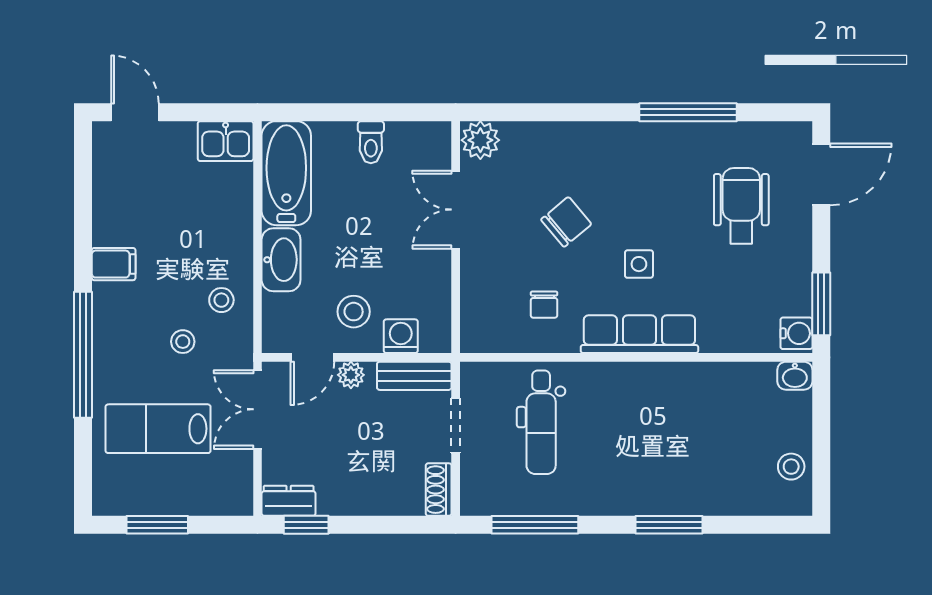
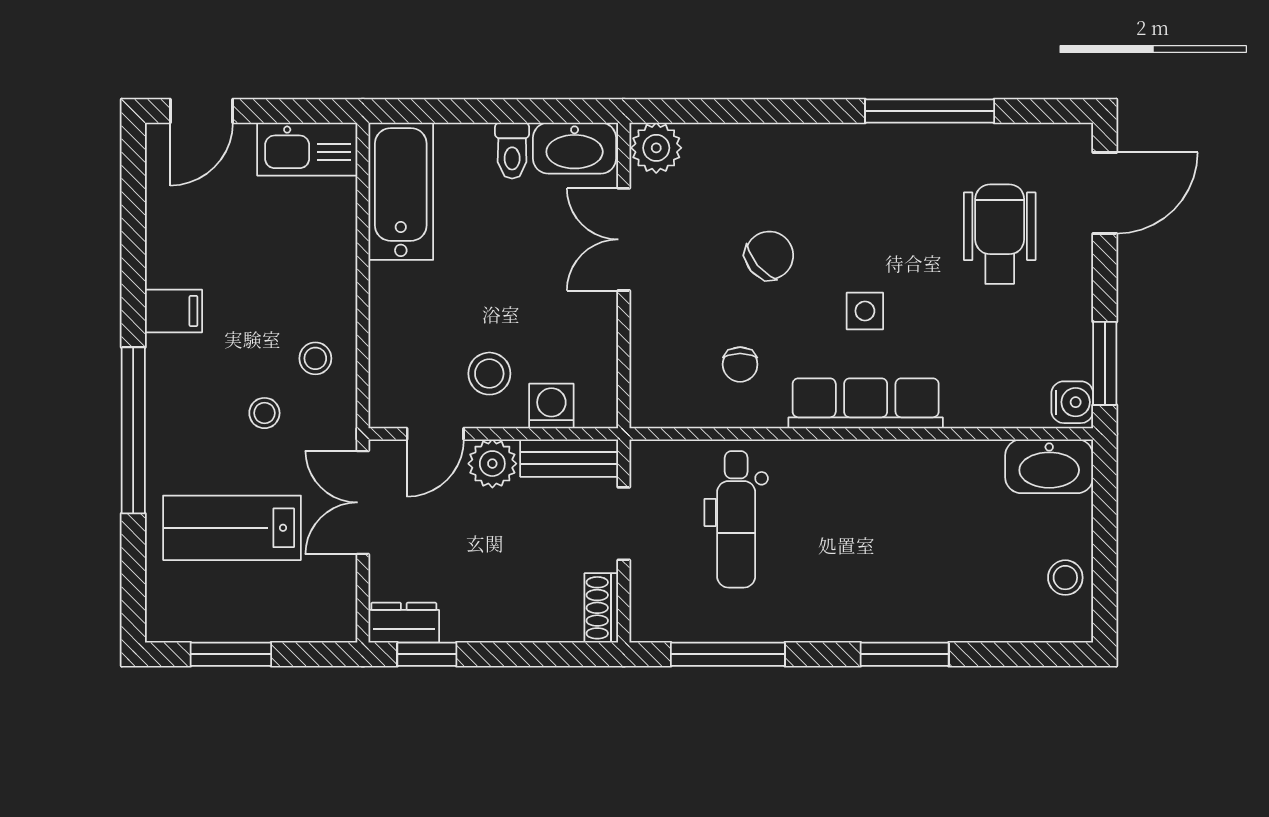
door: (135, 112) -> (201, 111), swing flipped
kitchen sink: (226, 141) -> (307, 149), width x1.38
washbasin: (281, 260) -> (575, 148), moved, turned 90
plant: (351, 375) -> (492, 464), width x1.38, depth x1.38
washbasin: (795, 376) -> (1049, 466), width x1.91, depth x1.45

